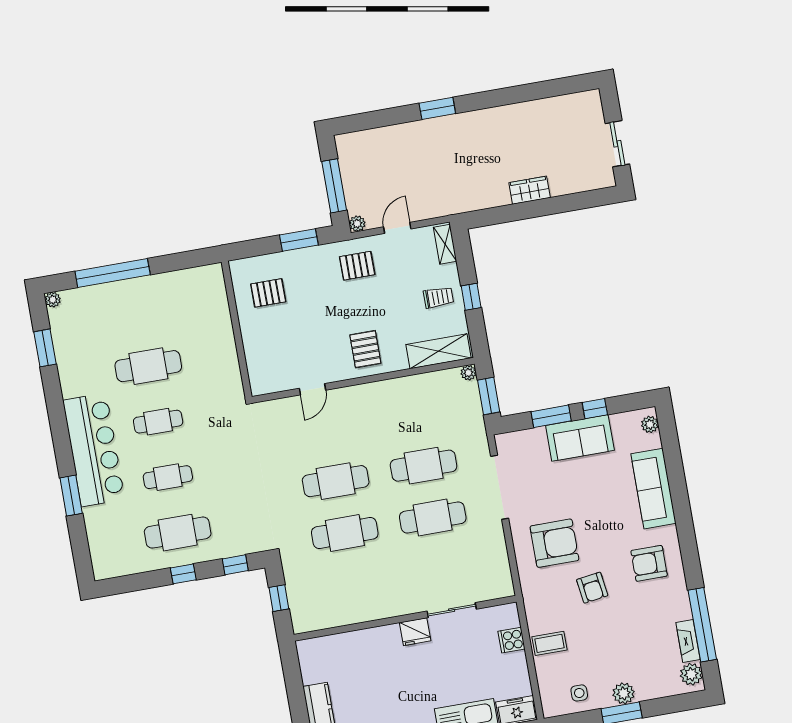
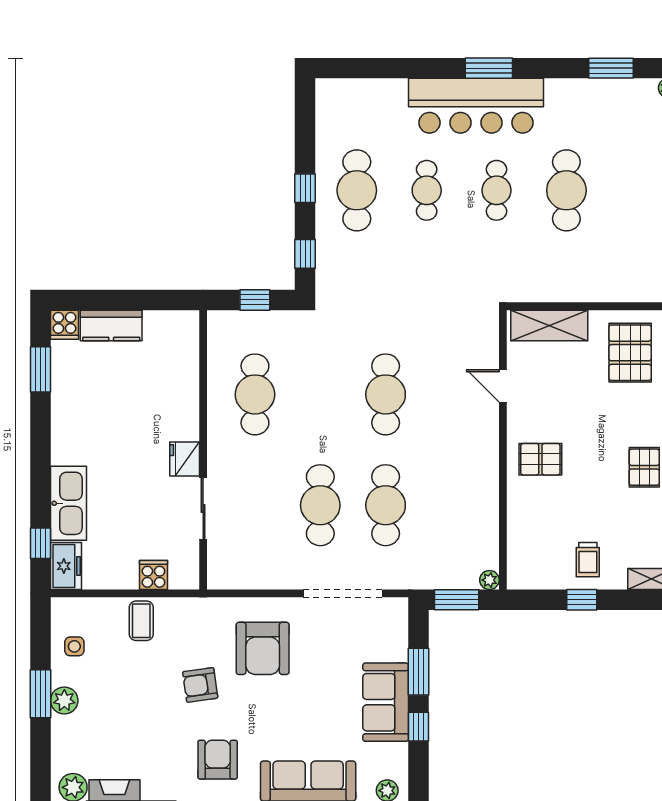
pallet: (268, 293) -> (630, 353), width x1.50, depth x1.42
shelving: (438, 351) -> (549, 325), moved, turned 90
window: (71, 496) -> (489, 68), moved
cafe table: (345, 533) -> (255, 394), moved

